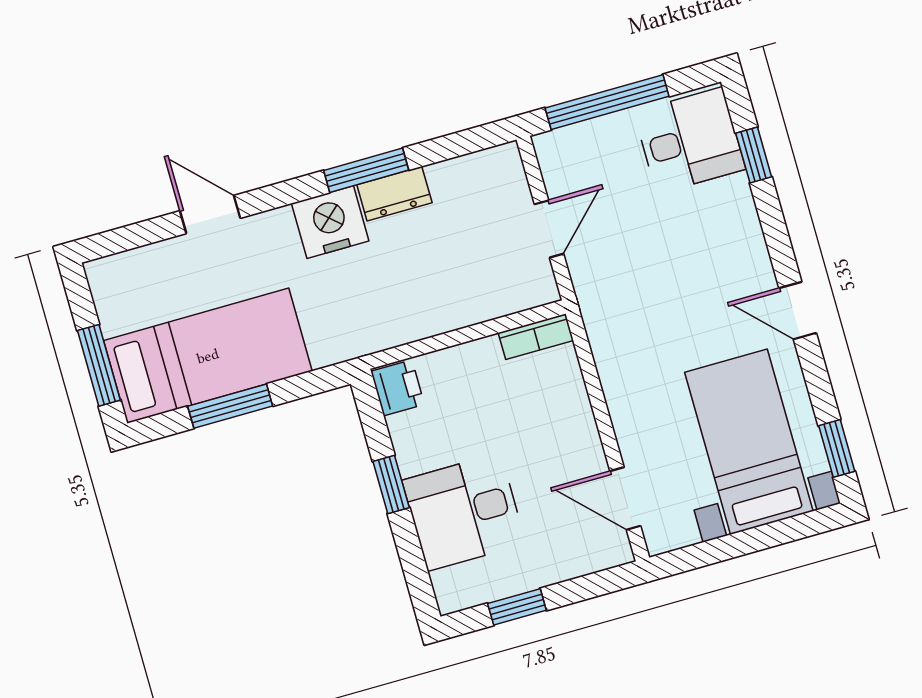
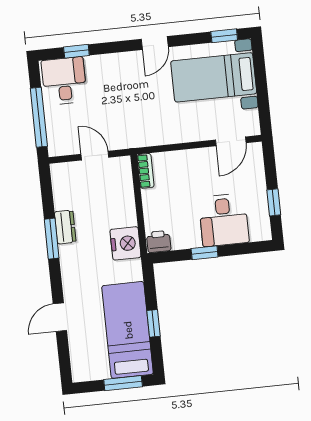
nightstand: (330, 222) -> (125, 243), moved, turned 180
window: (230, 406) -> (154, 323), width x0.67

